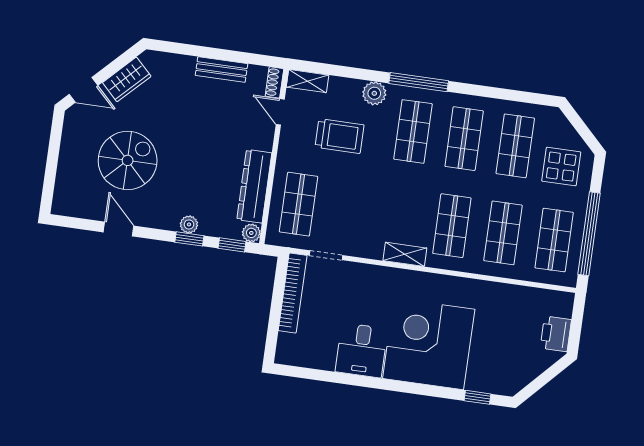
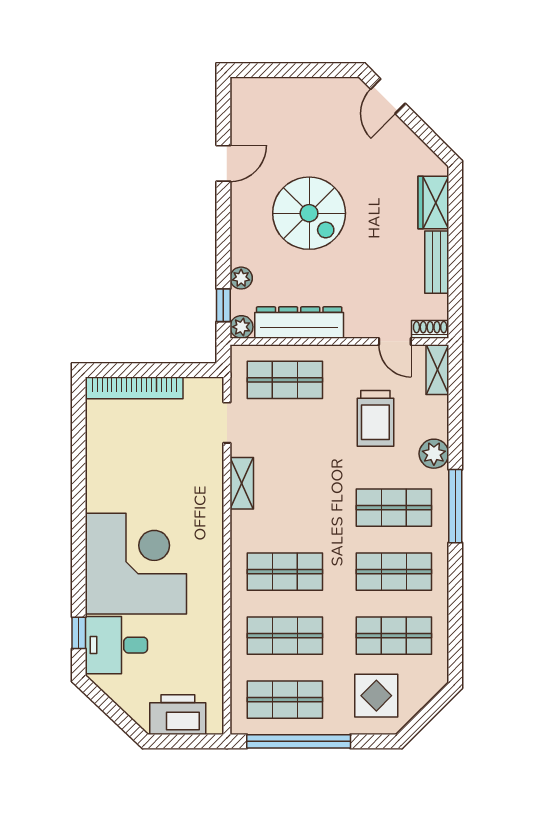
wardrobe: (127, 79) -> (433, 202), moved, turned 45
door: (280, 112) -> (395, 341), swing flipped
spiral stairs: (128, 160) -> (309, 213), moved
plant: (189, 224) -> (241, 278), moved
window: (189, 239) -> (223, 252), removed
shelving: (405, 254) -> (242, 483), moved
bookcase: (293, 293) -> (134, 388), moved
printer: (556, 334) -> (178, 715), width x1.37, depth x1.19
desk: (361, 350) -> (116, 645), moved

